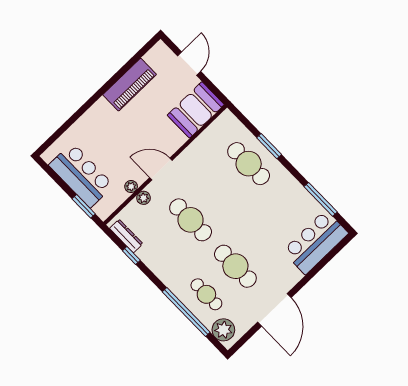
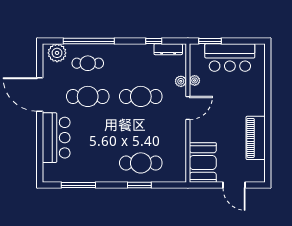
bar counter: (315, 242) -> (56, 138), moved

